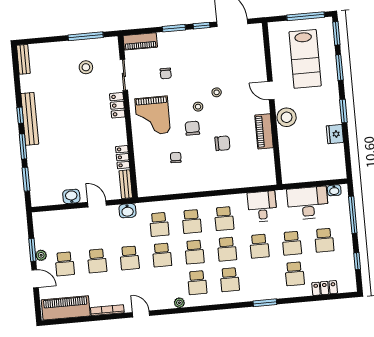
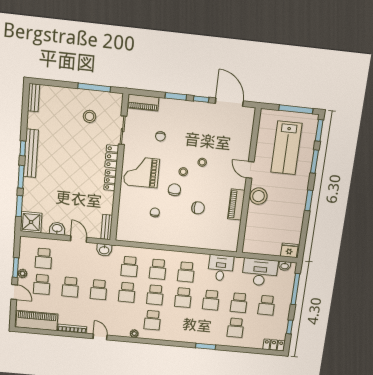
grand piano: (153, 116) -> (141, 172), turned 90
fridge: (335, 134) -> (289, 250), moved, turned 90
locker: (123, 157) -> (110, 180), moved
shower: (42, 195) -> (31, 222), added
school desk: (230, 280) -> (44, 258), moved
locker: (325, 288) -> (274, 345), moved

